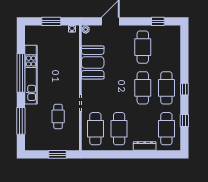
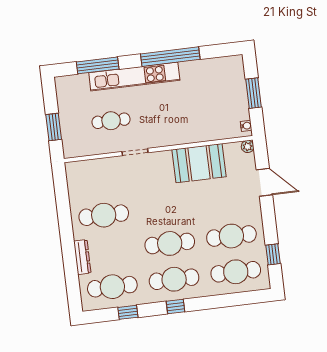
kitchen unit: (31, 75) -> (134, 76), moved
cafe table: (95, 129) -> (236, 272), moved

